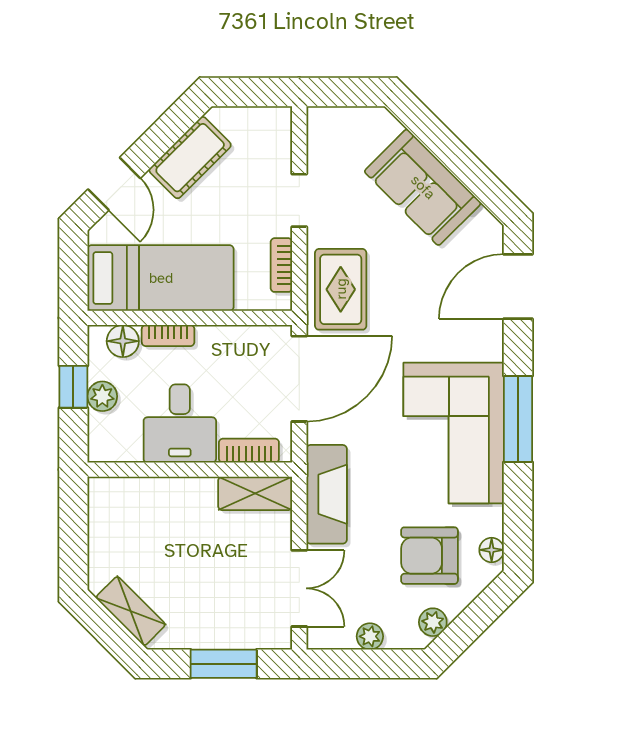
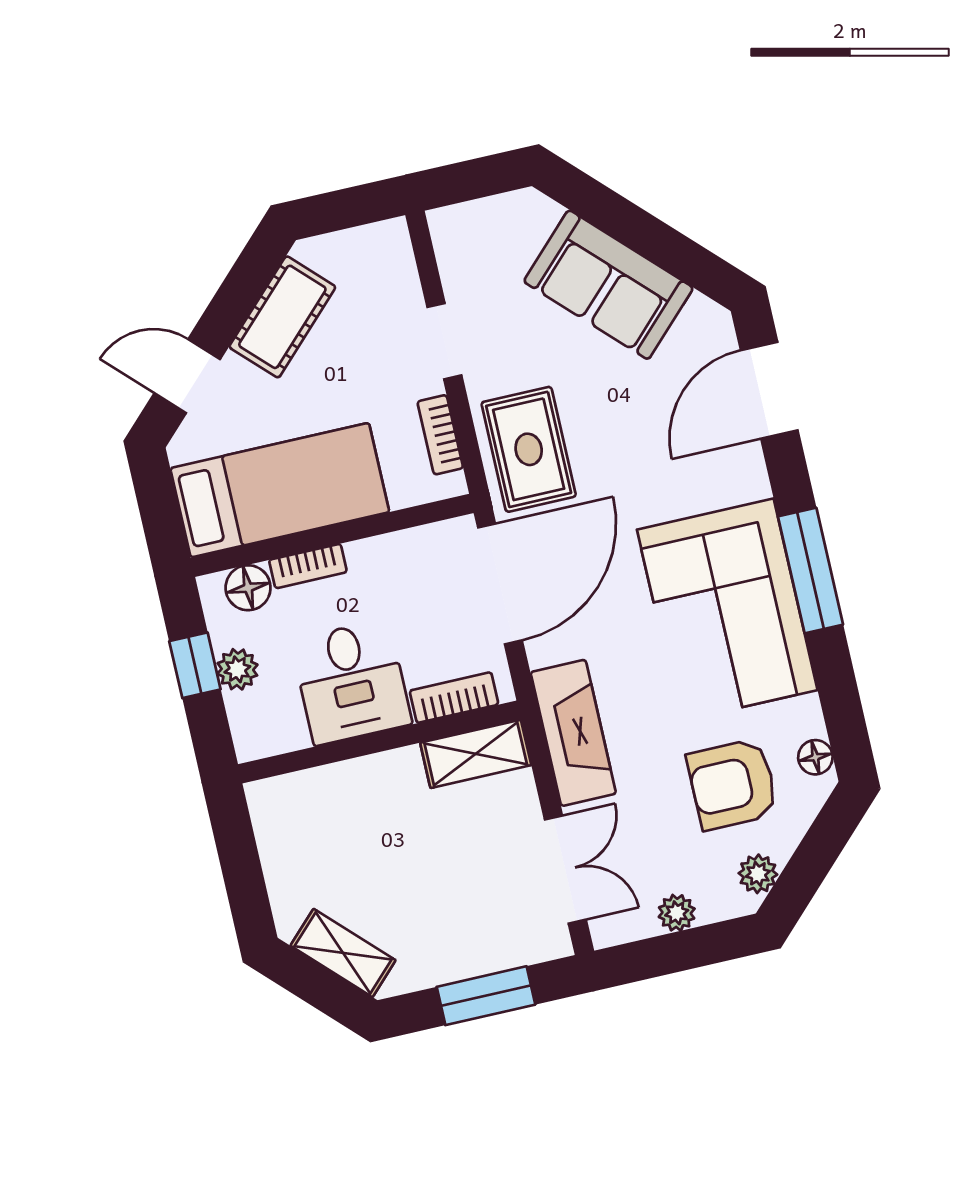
door: (114, 184) -> (187, 376), swing flipped

